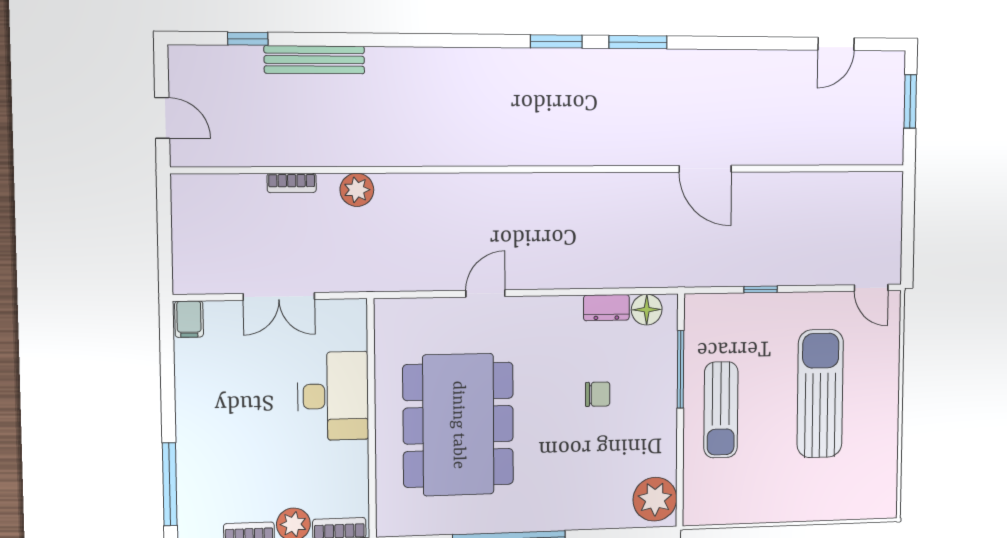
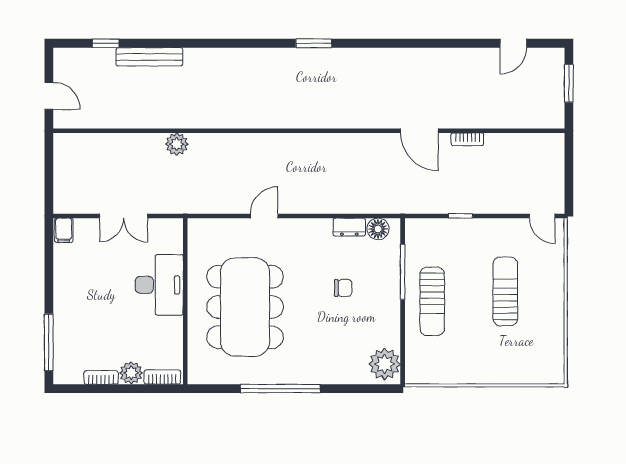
window: (638, 42) -> (371, 43), removed
bookcase: (292, 183) -> (467, 139), moved
sun lounger: (820, 394) -> (505, 291), width x0.73, depth x0.75

